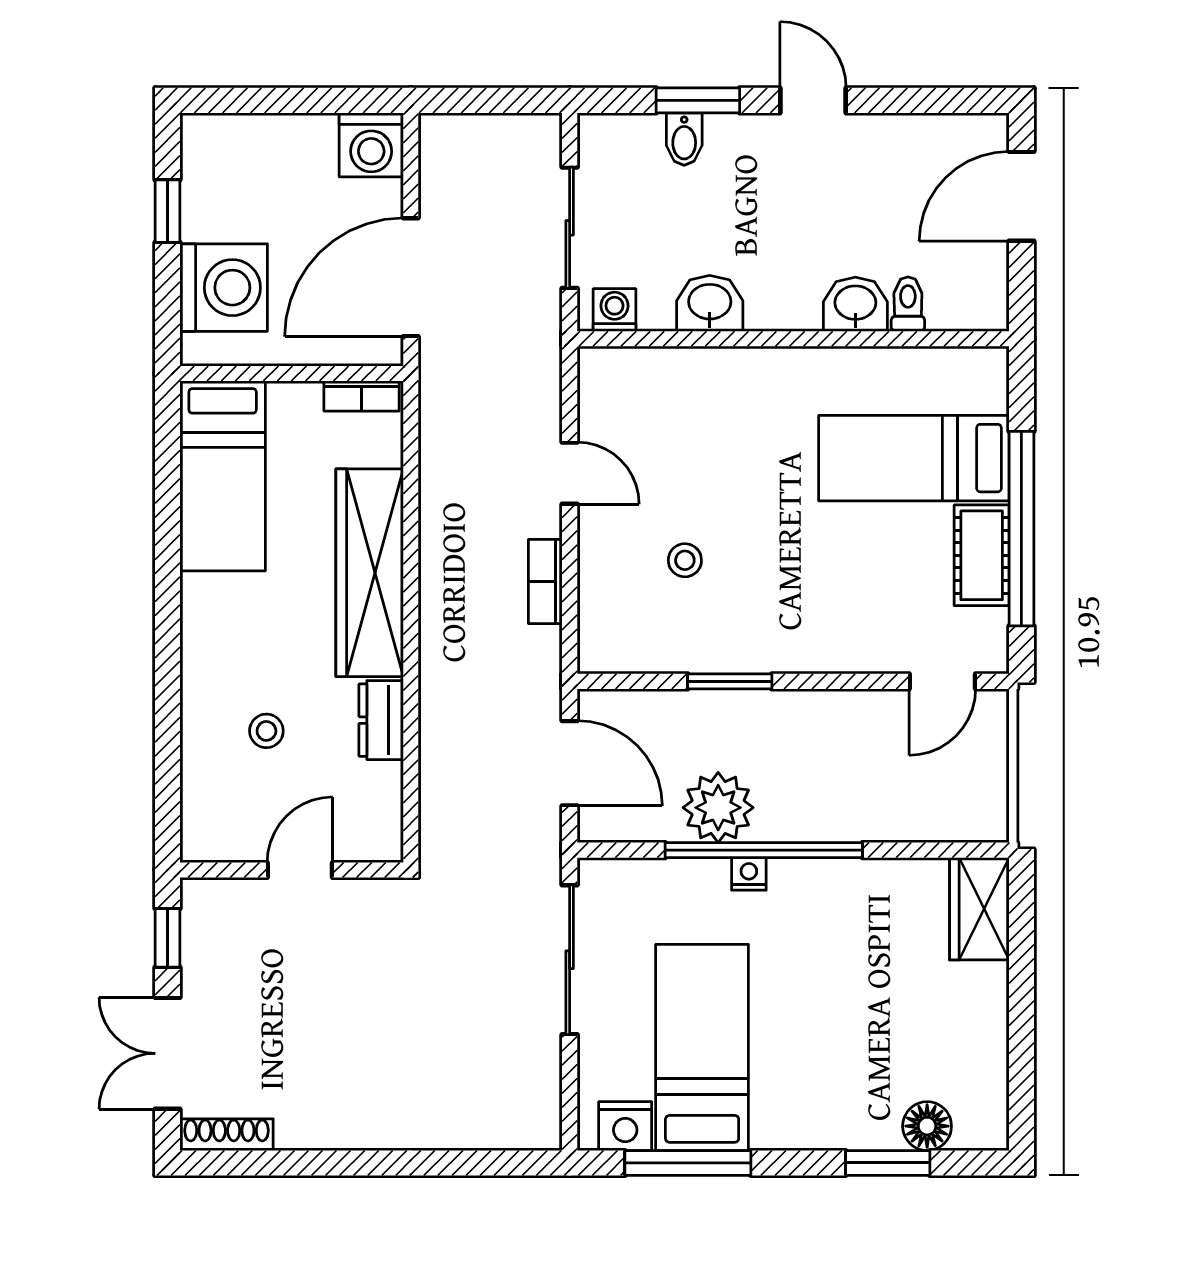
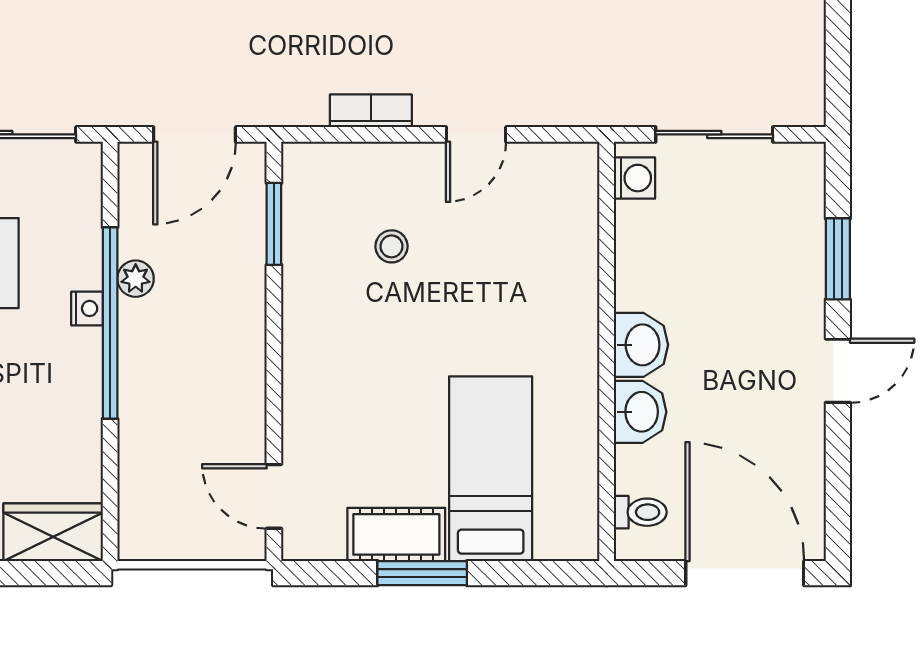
bidet: (684, 139) -> (800, 246), removed
door: (1021, 196) -> (745, 573), width x1.36
washbasin: (710, 303) -> (641, 345), moved
toilet: (908, 304) -> (640, 512), moved
window: (1021, 529) -> (422, 573), width x0.47
window: (730, 681) -> (274, 224), moved
plant: (718, 808) -> (136, 279), width x0.53, depth x0.53

